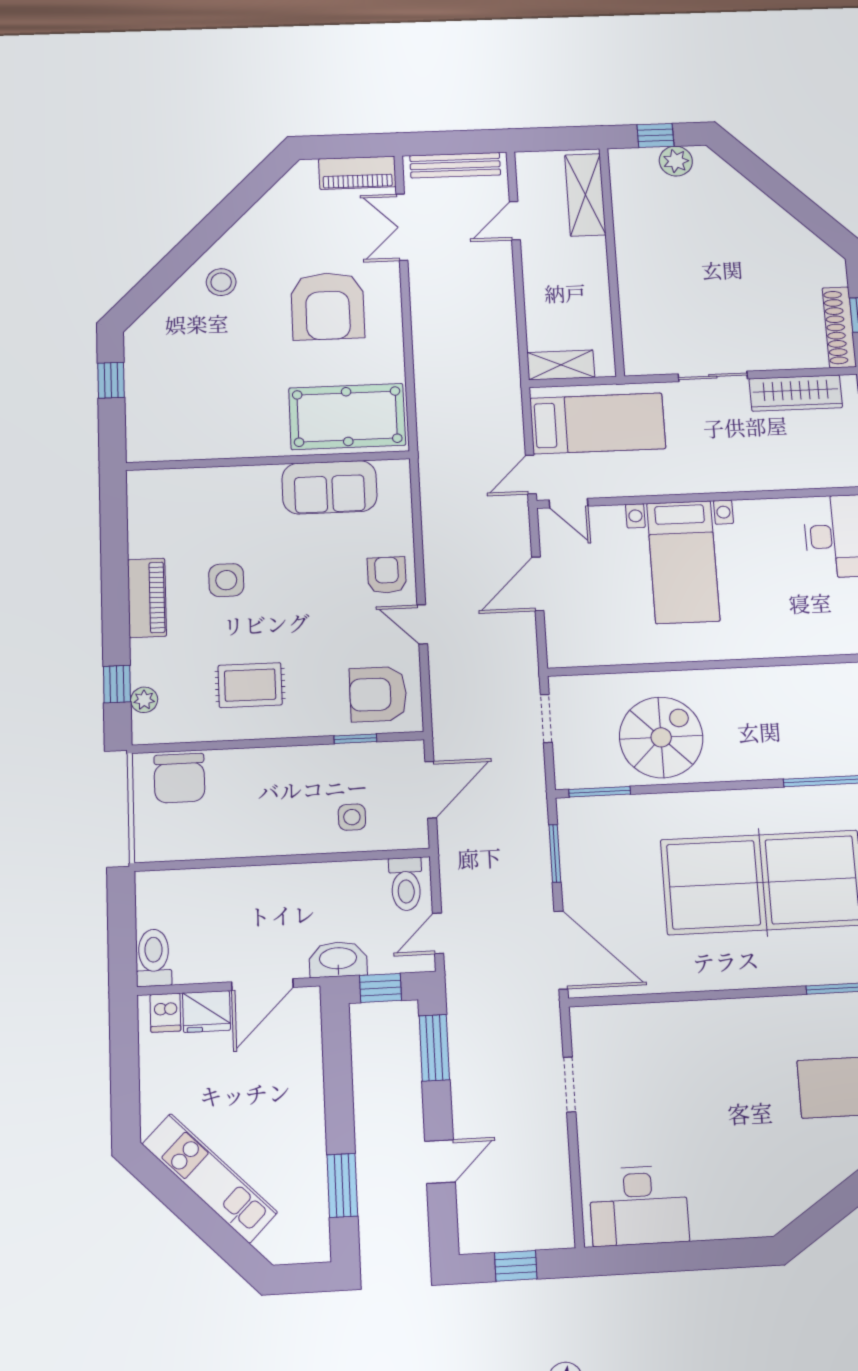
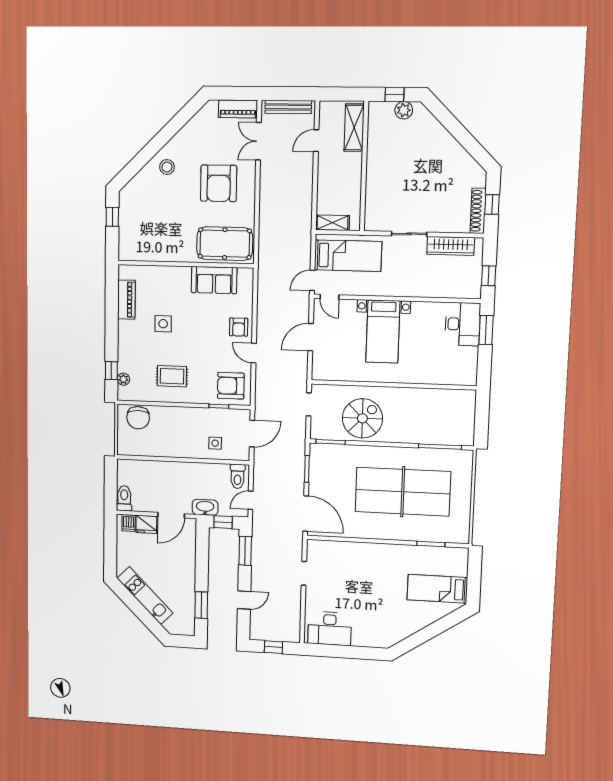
armchair: (387, 575) -> (239, 327), turned 180
piano: (147, 598) -> (126, 300), moved

